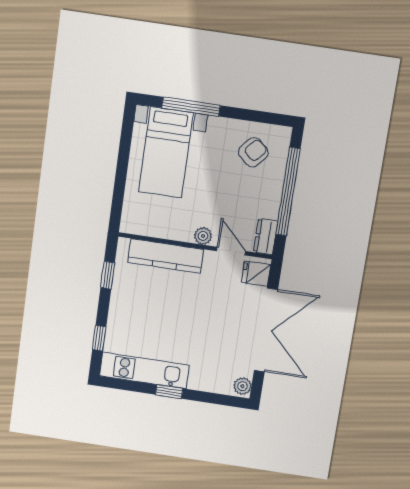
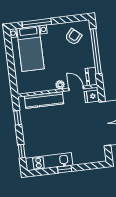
plant: (243, 386) -> (101, 156), removed

